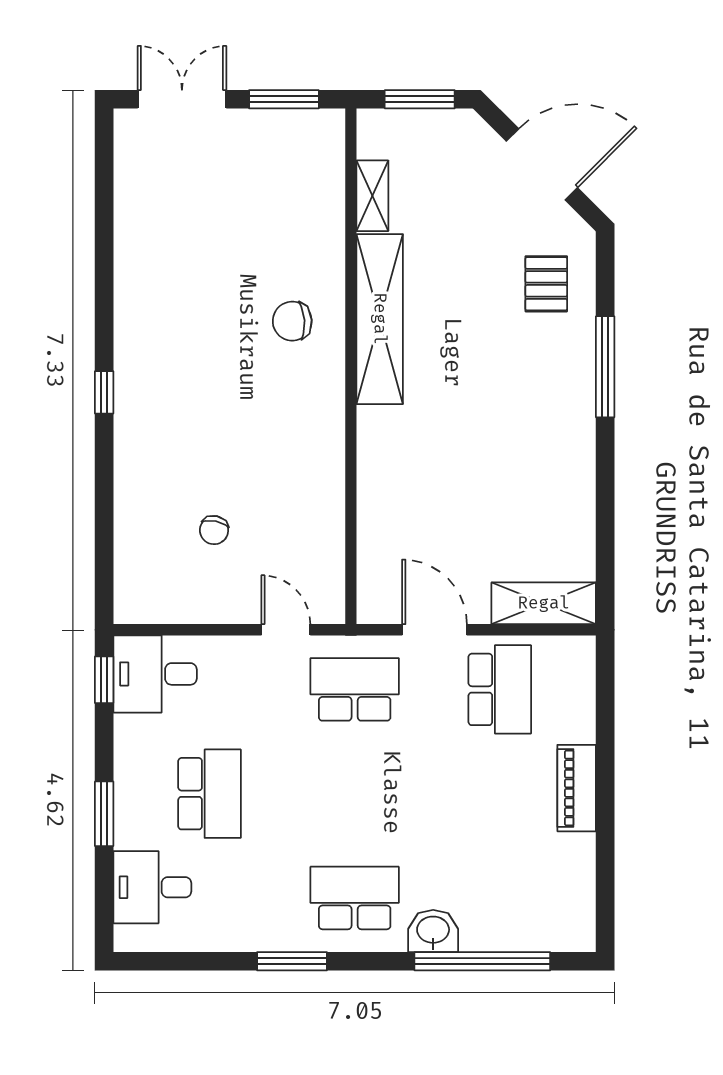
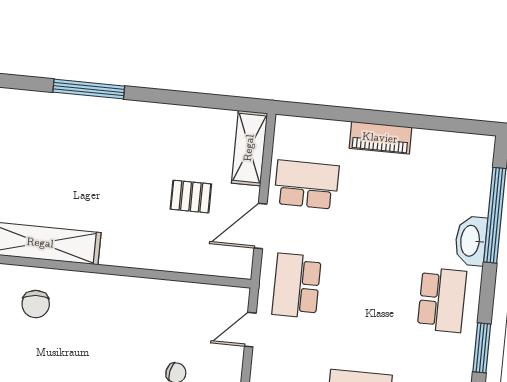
pallet: (546, 284) -> (191, 197), moved
school desk: (355, 898) -> (442, 300), turned 180
washbasin: (433, 931) -> (471, 241), width x1.38

